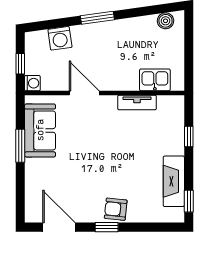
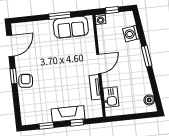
door: (84, 93) -> (99, 64), moved
fireplace: (174, 181) -> (68, 114), moved
window: (189, 201) -> (46, 126), moved

